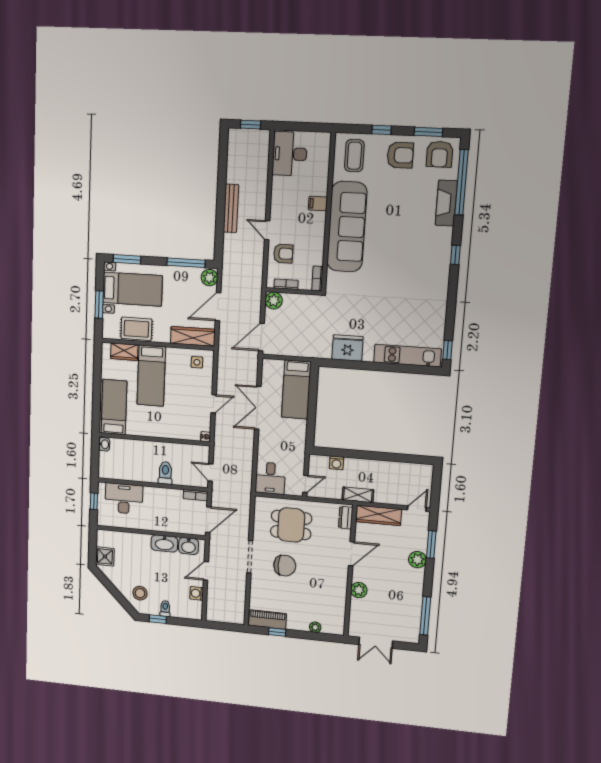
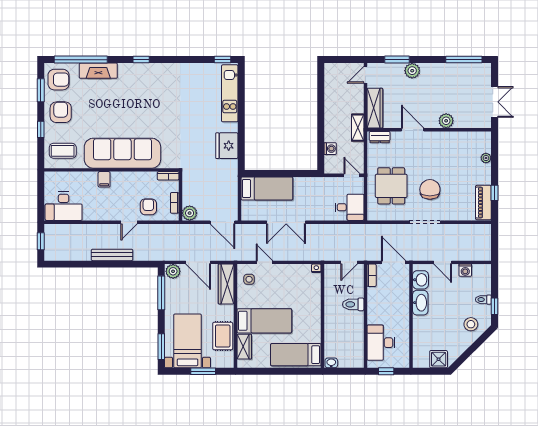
door: (214, 404) -> (265, 262), moved
door: (417, 509) -> (365, 75), hinge flipped

